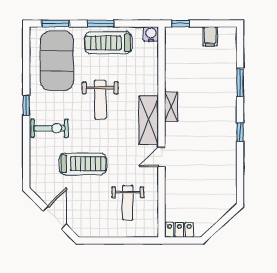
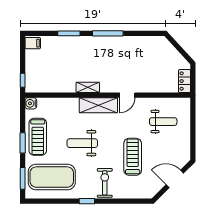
filing cabinet: (210, 36) -> (33, 43), moved
weight bench: (100, 100) -> (82, 143), turned 180
window: (240, 132) -> (108, 33), width x2.17
door: (161, 157) -> (127, 95), hinge flipped

